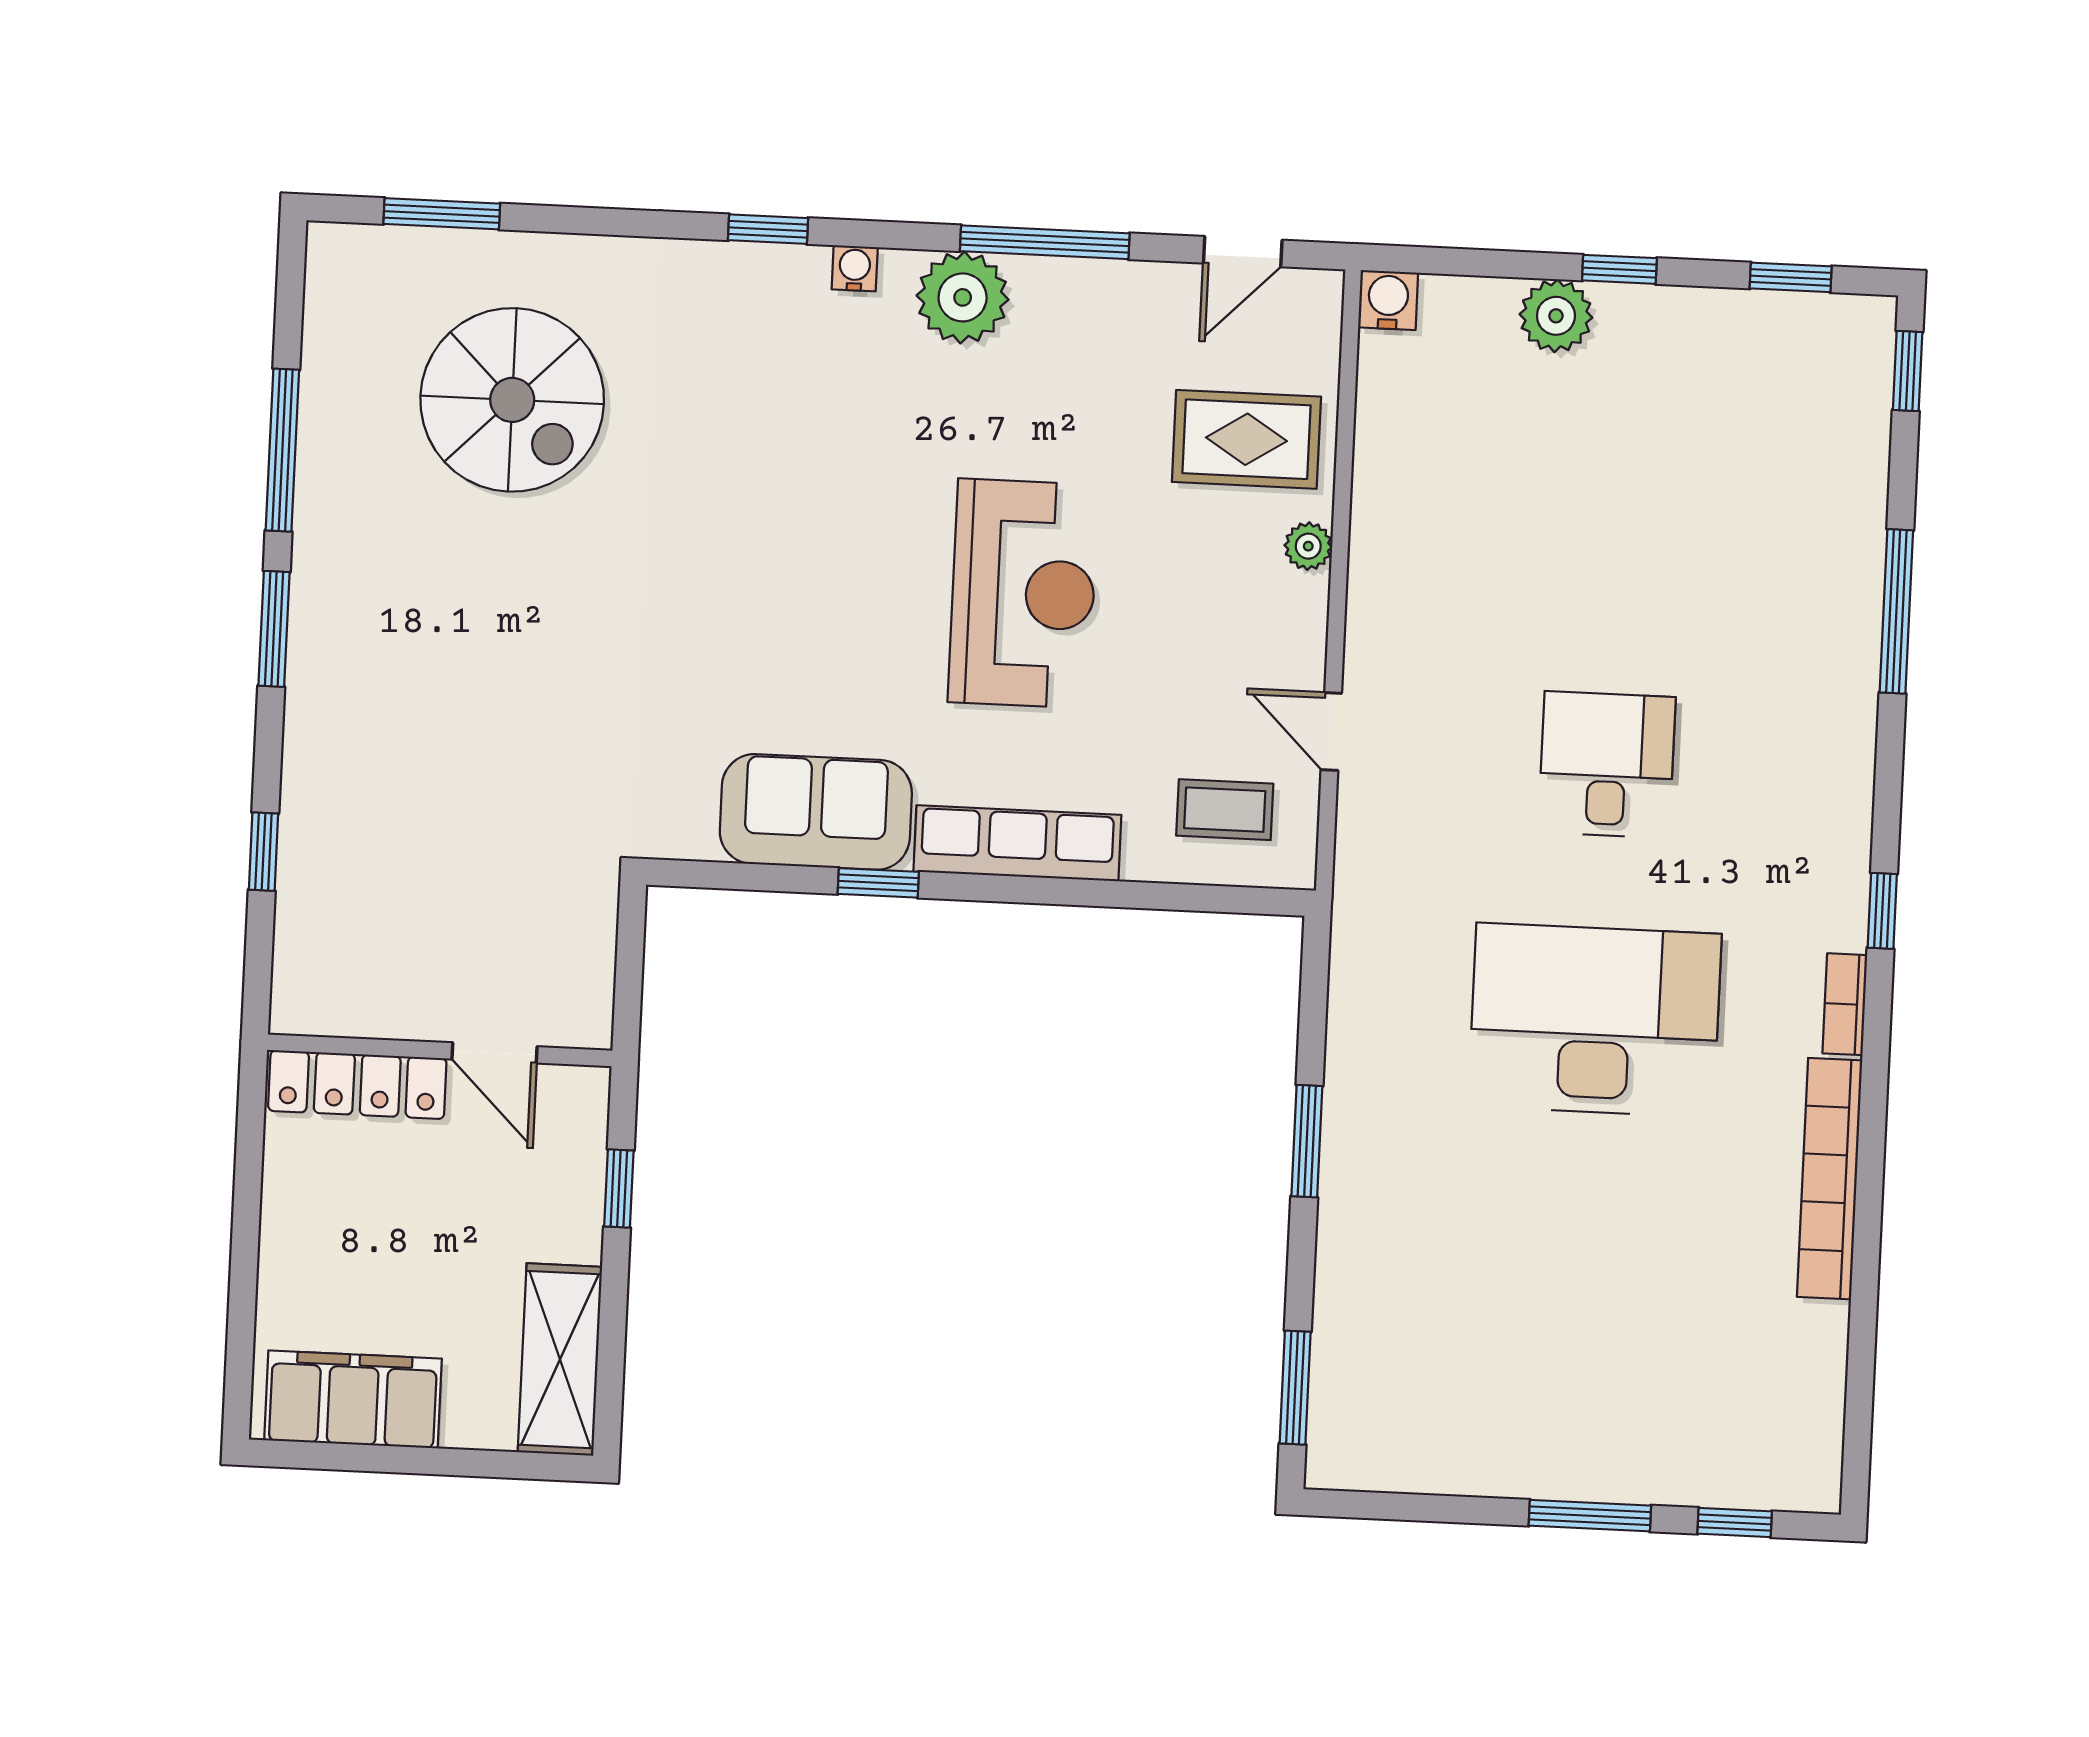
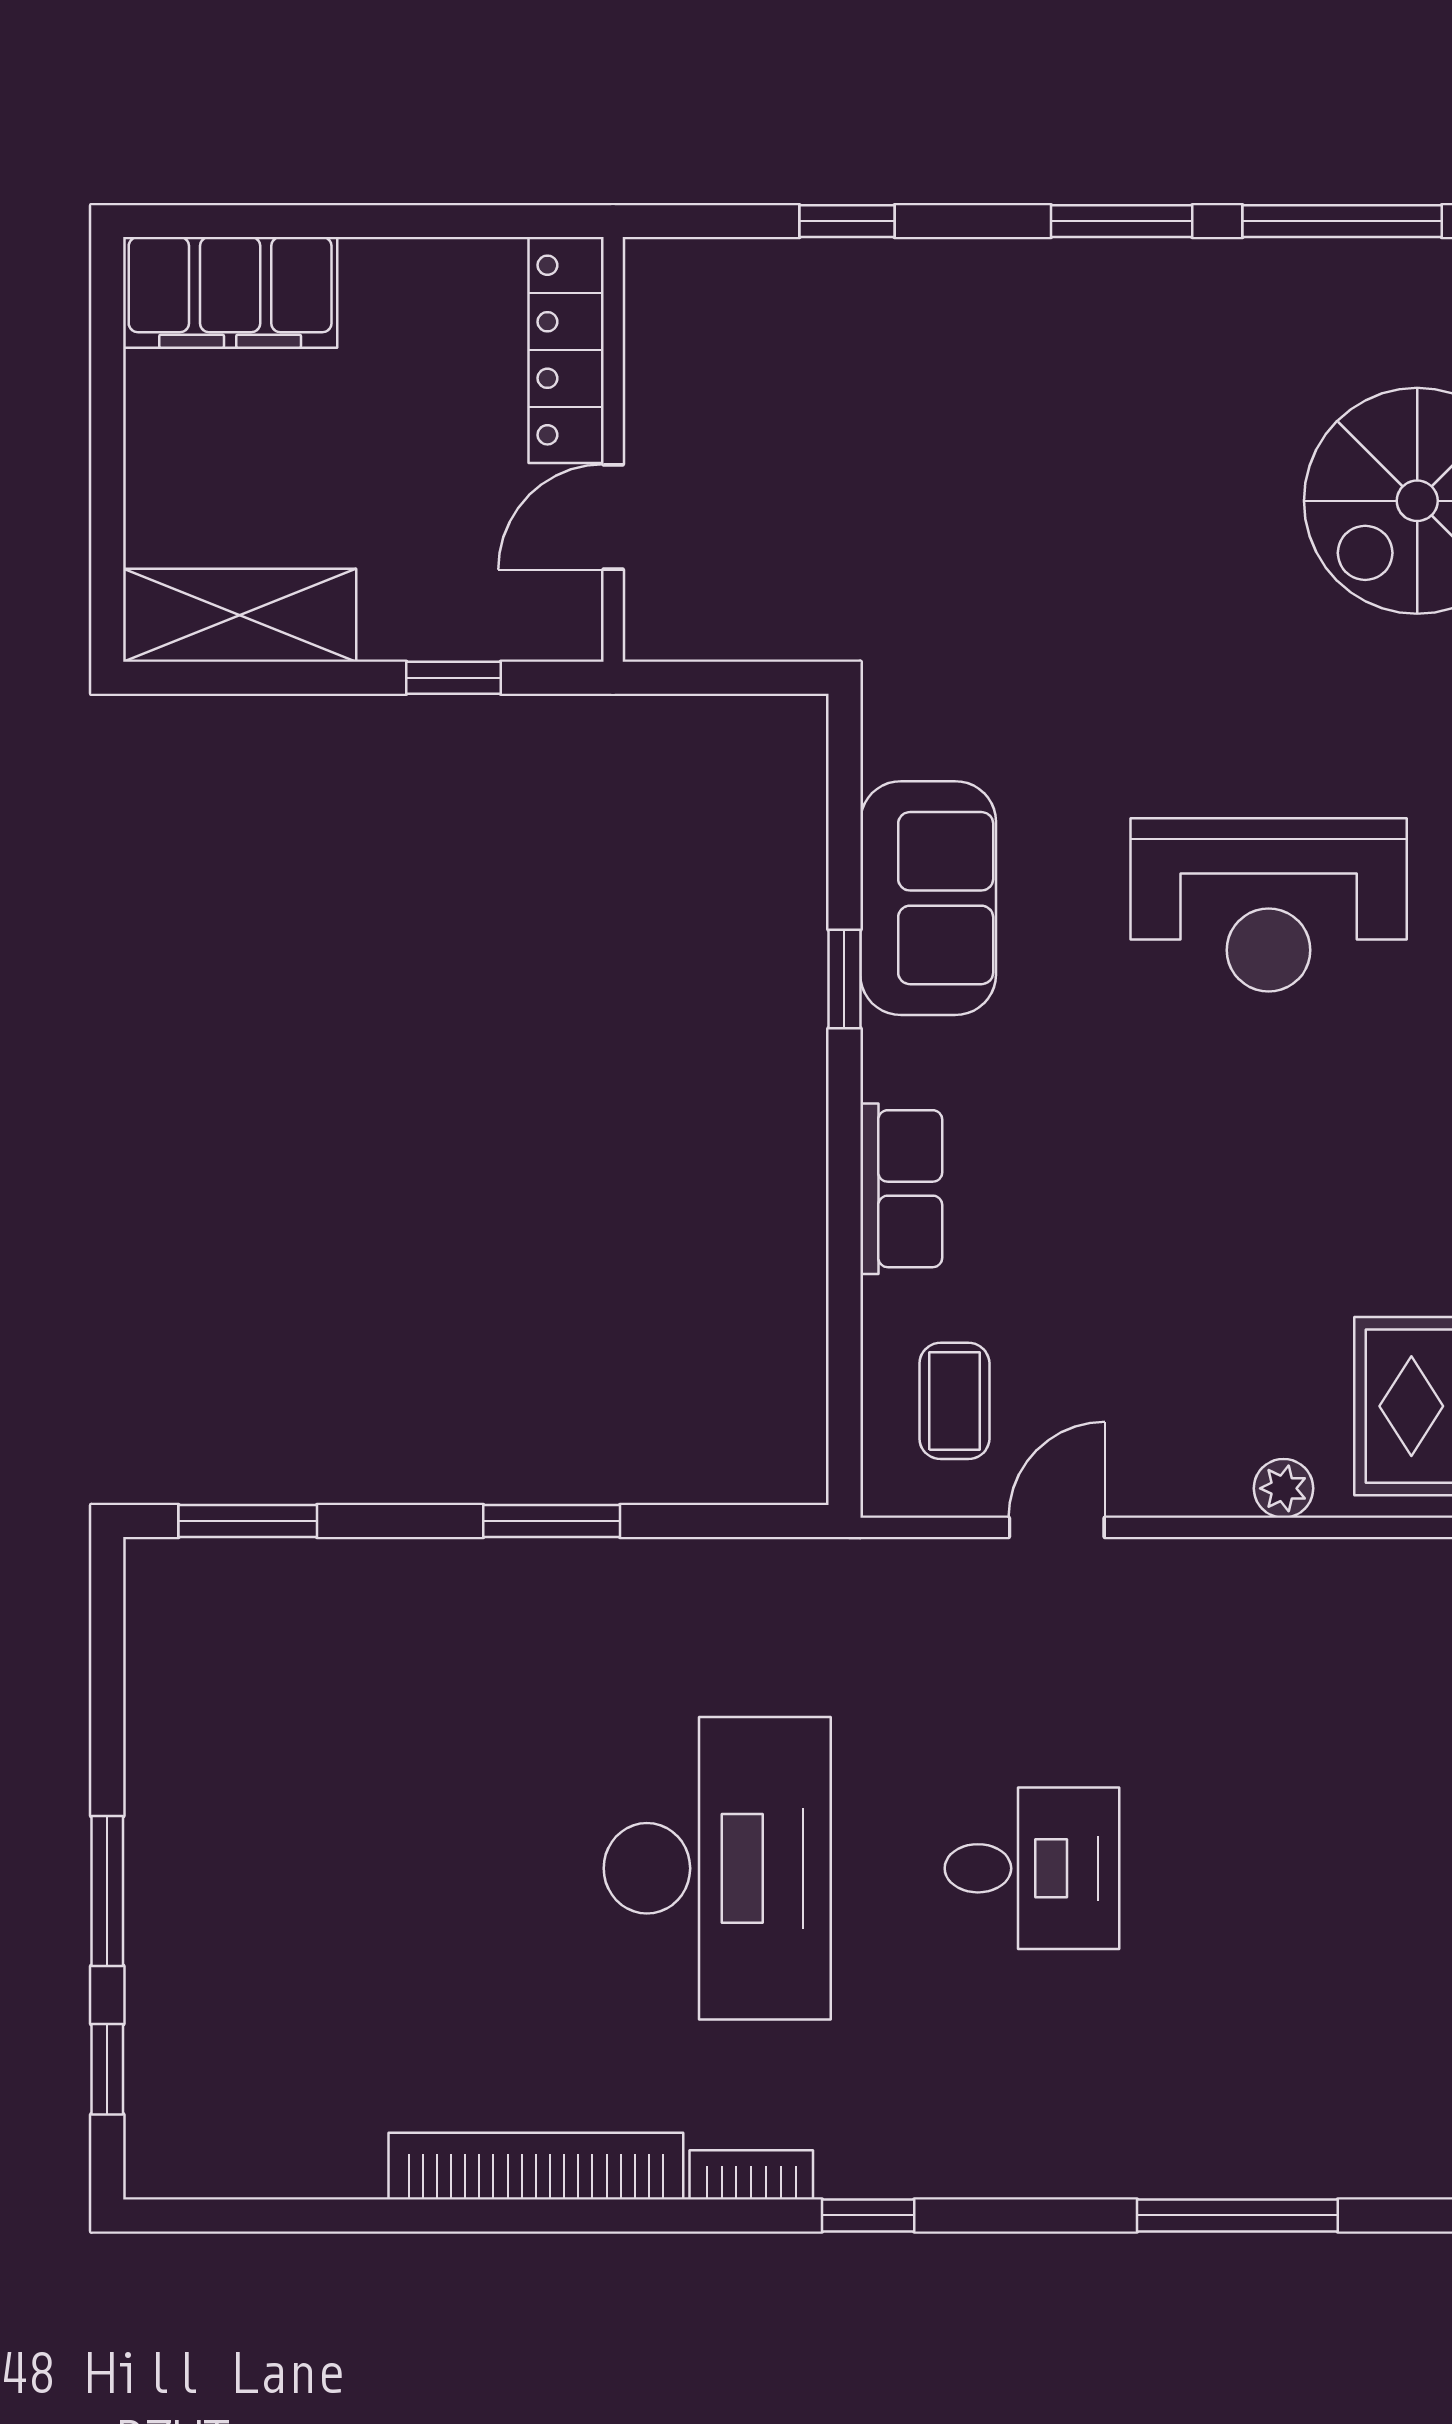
reception desk: (1023, 593) -> (1269, 905), moved
row of seats: (1017, 843) -> (901, 1189), width x0.68
filing cabinet: (353, 1399) -> (230, 292), moved, turned 90

